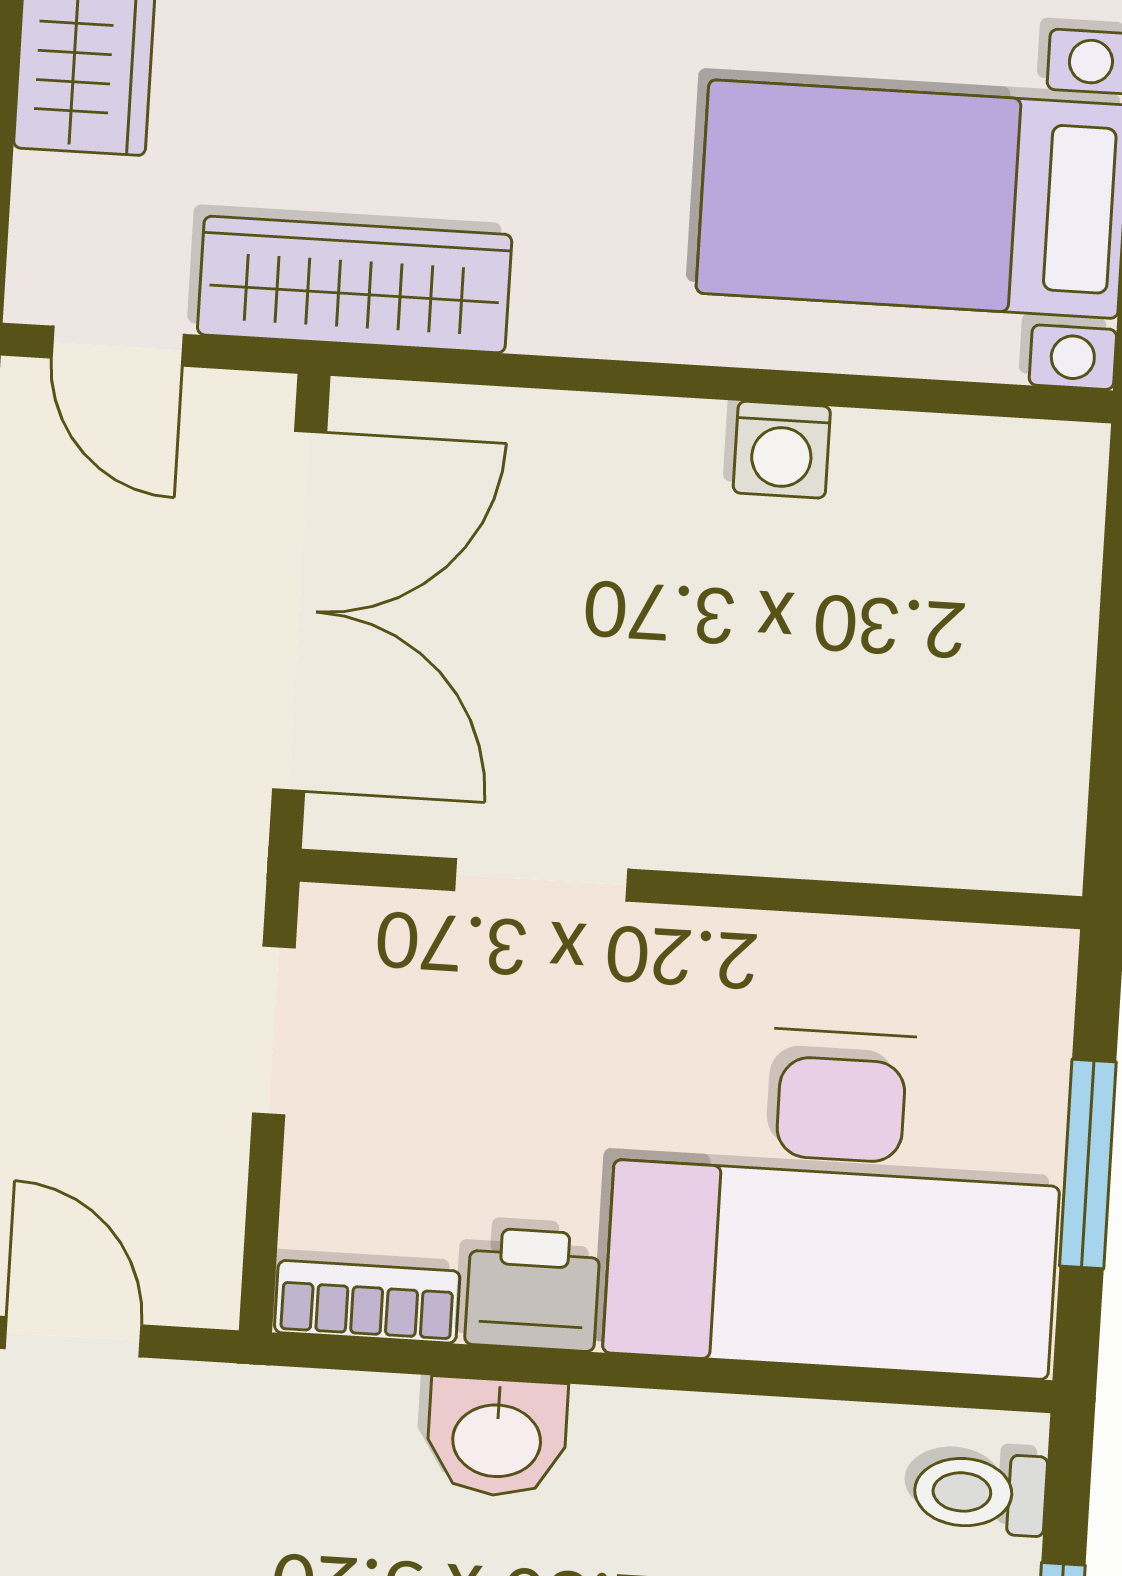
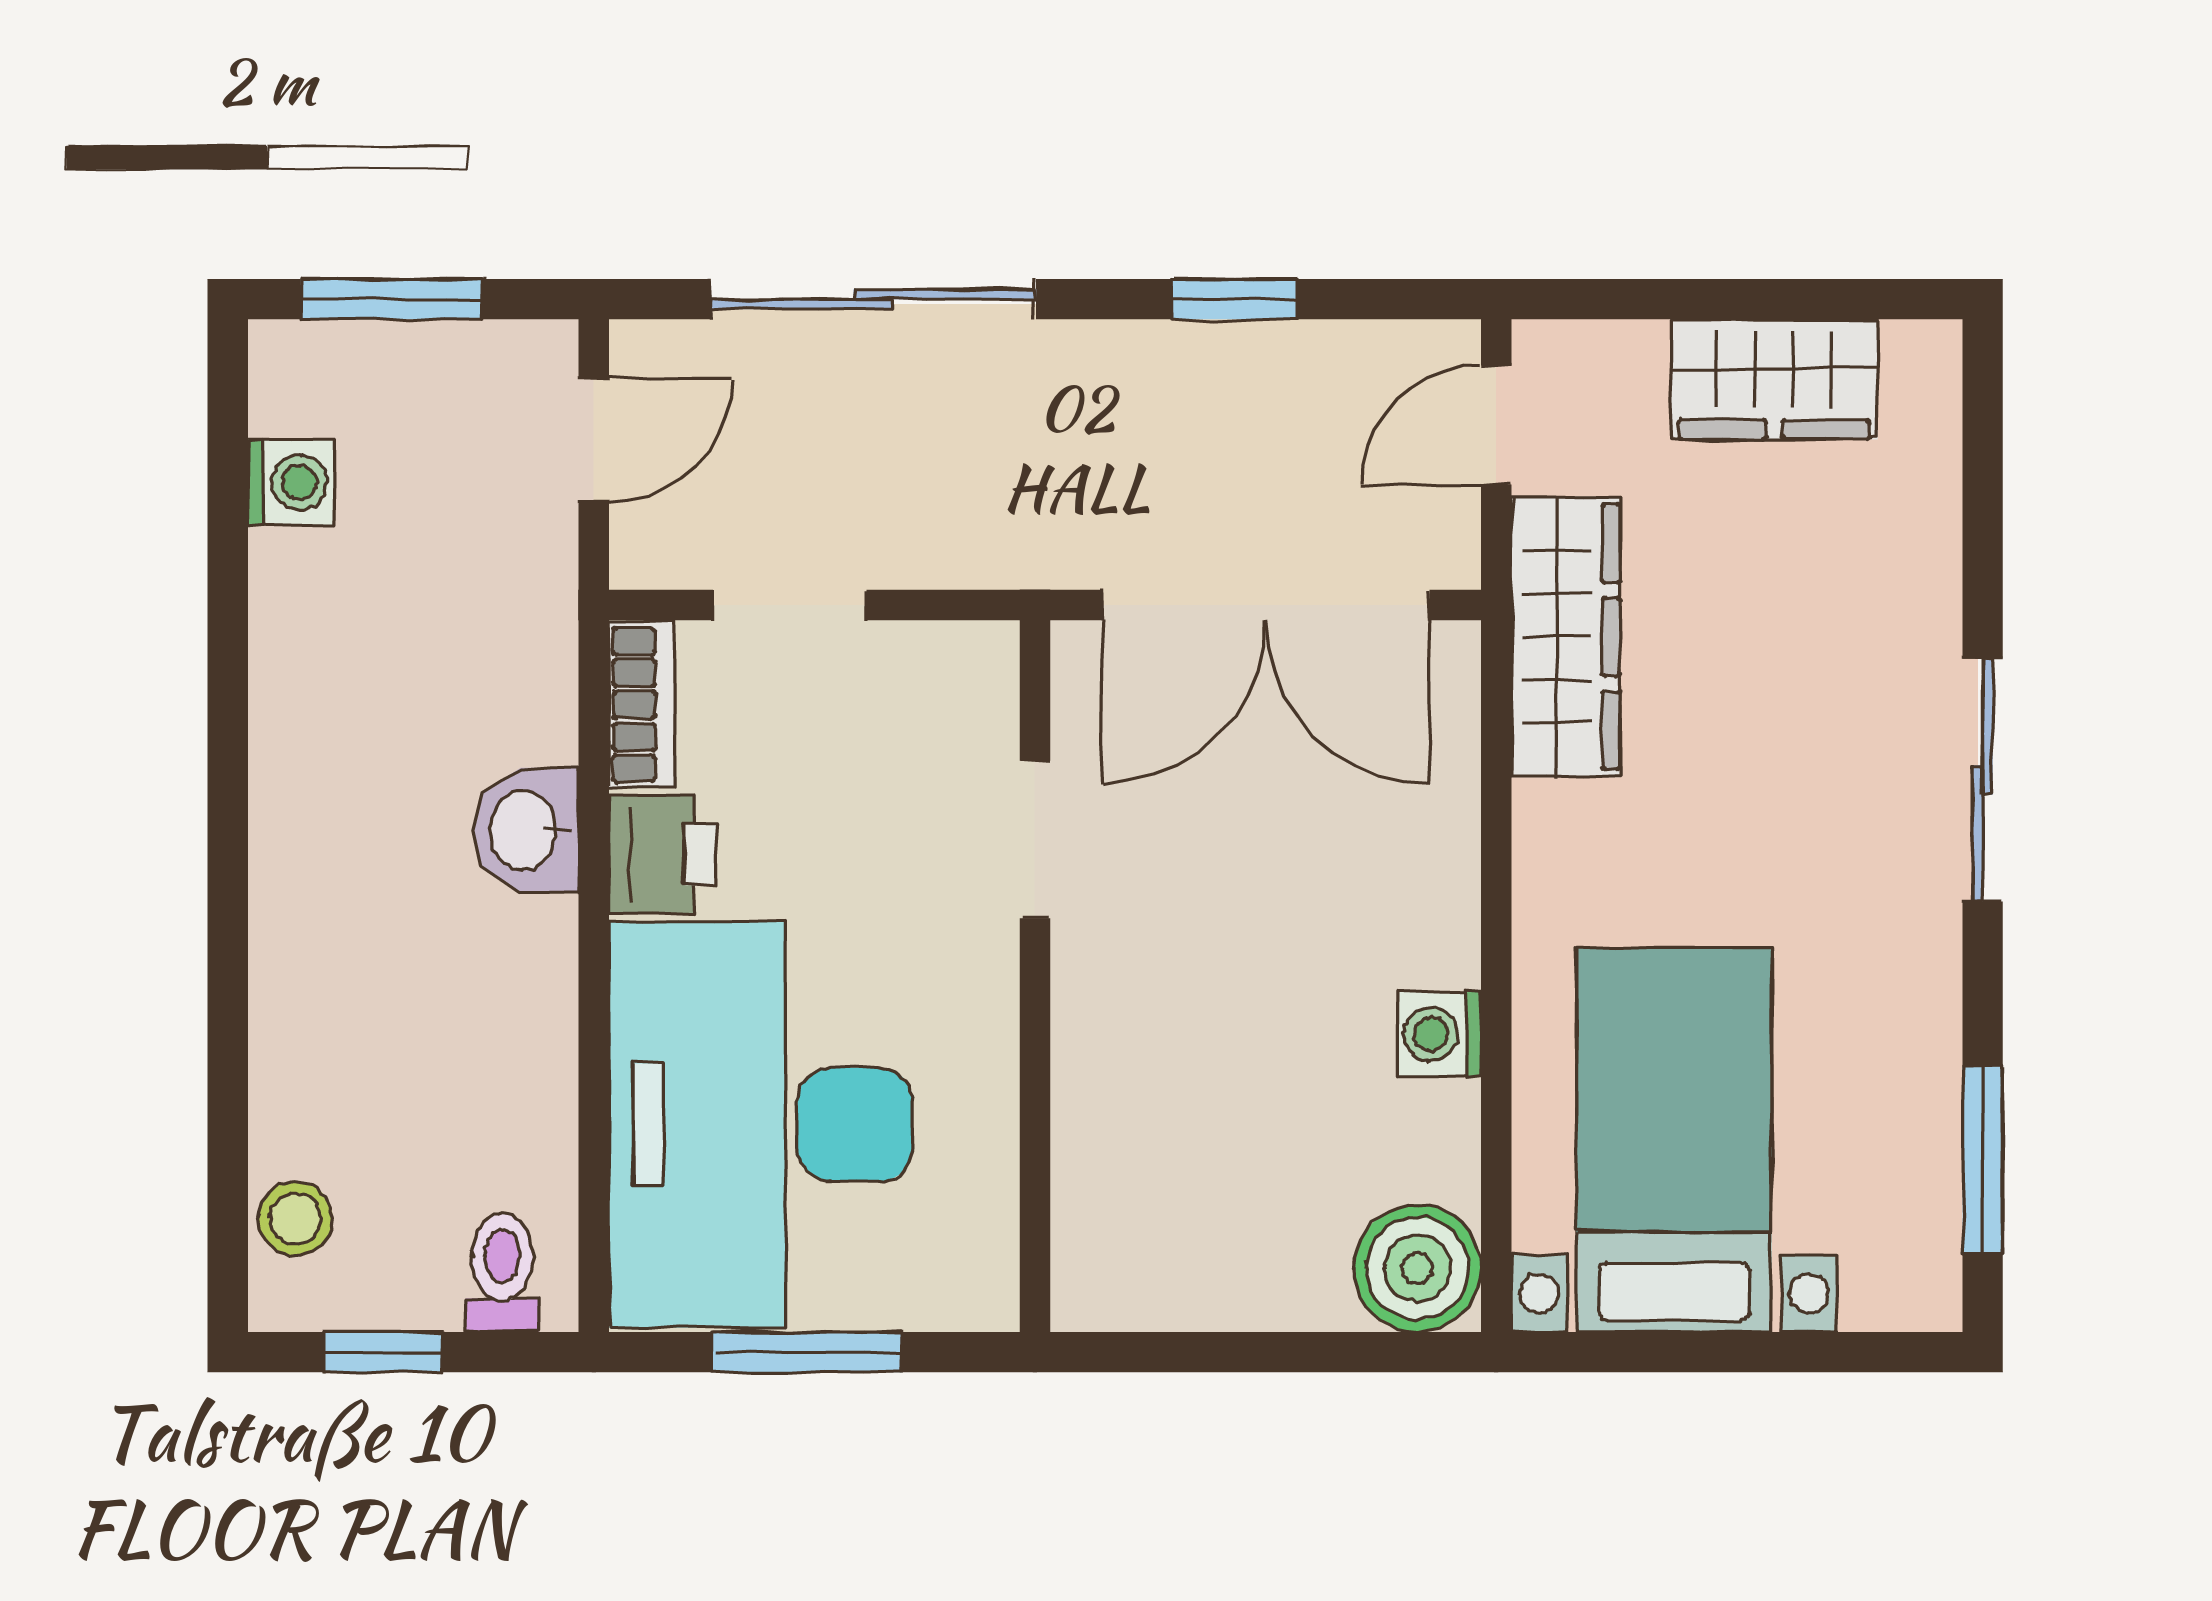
boiler: (1037, 489) -> (1417, 1268), added
doorway: (274, 1031) -> (790, 605), moved

